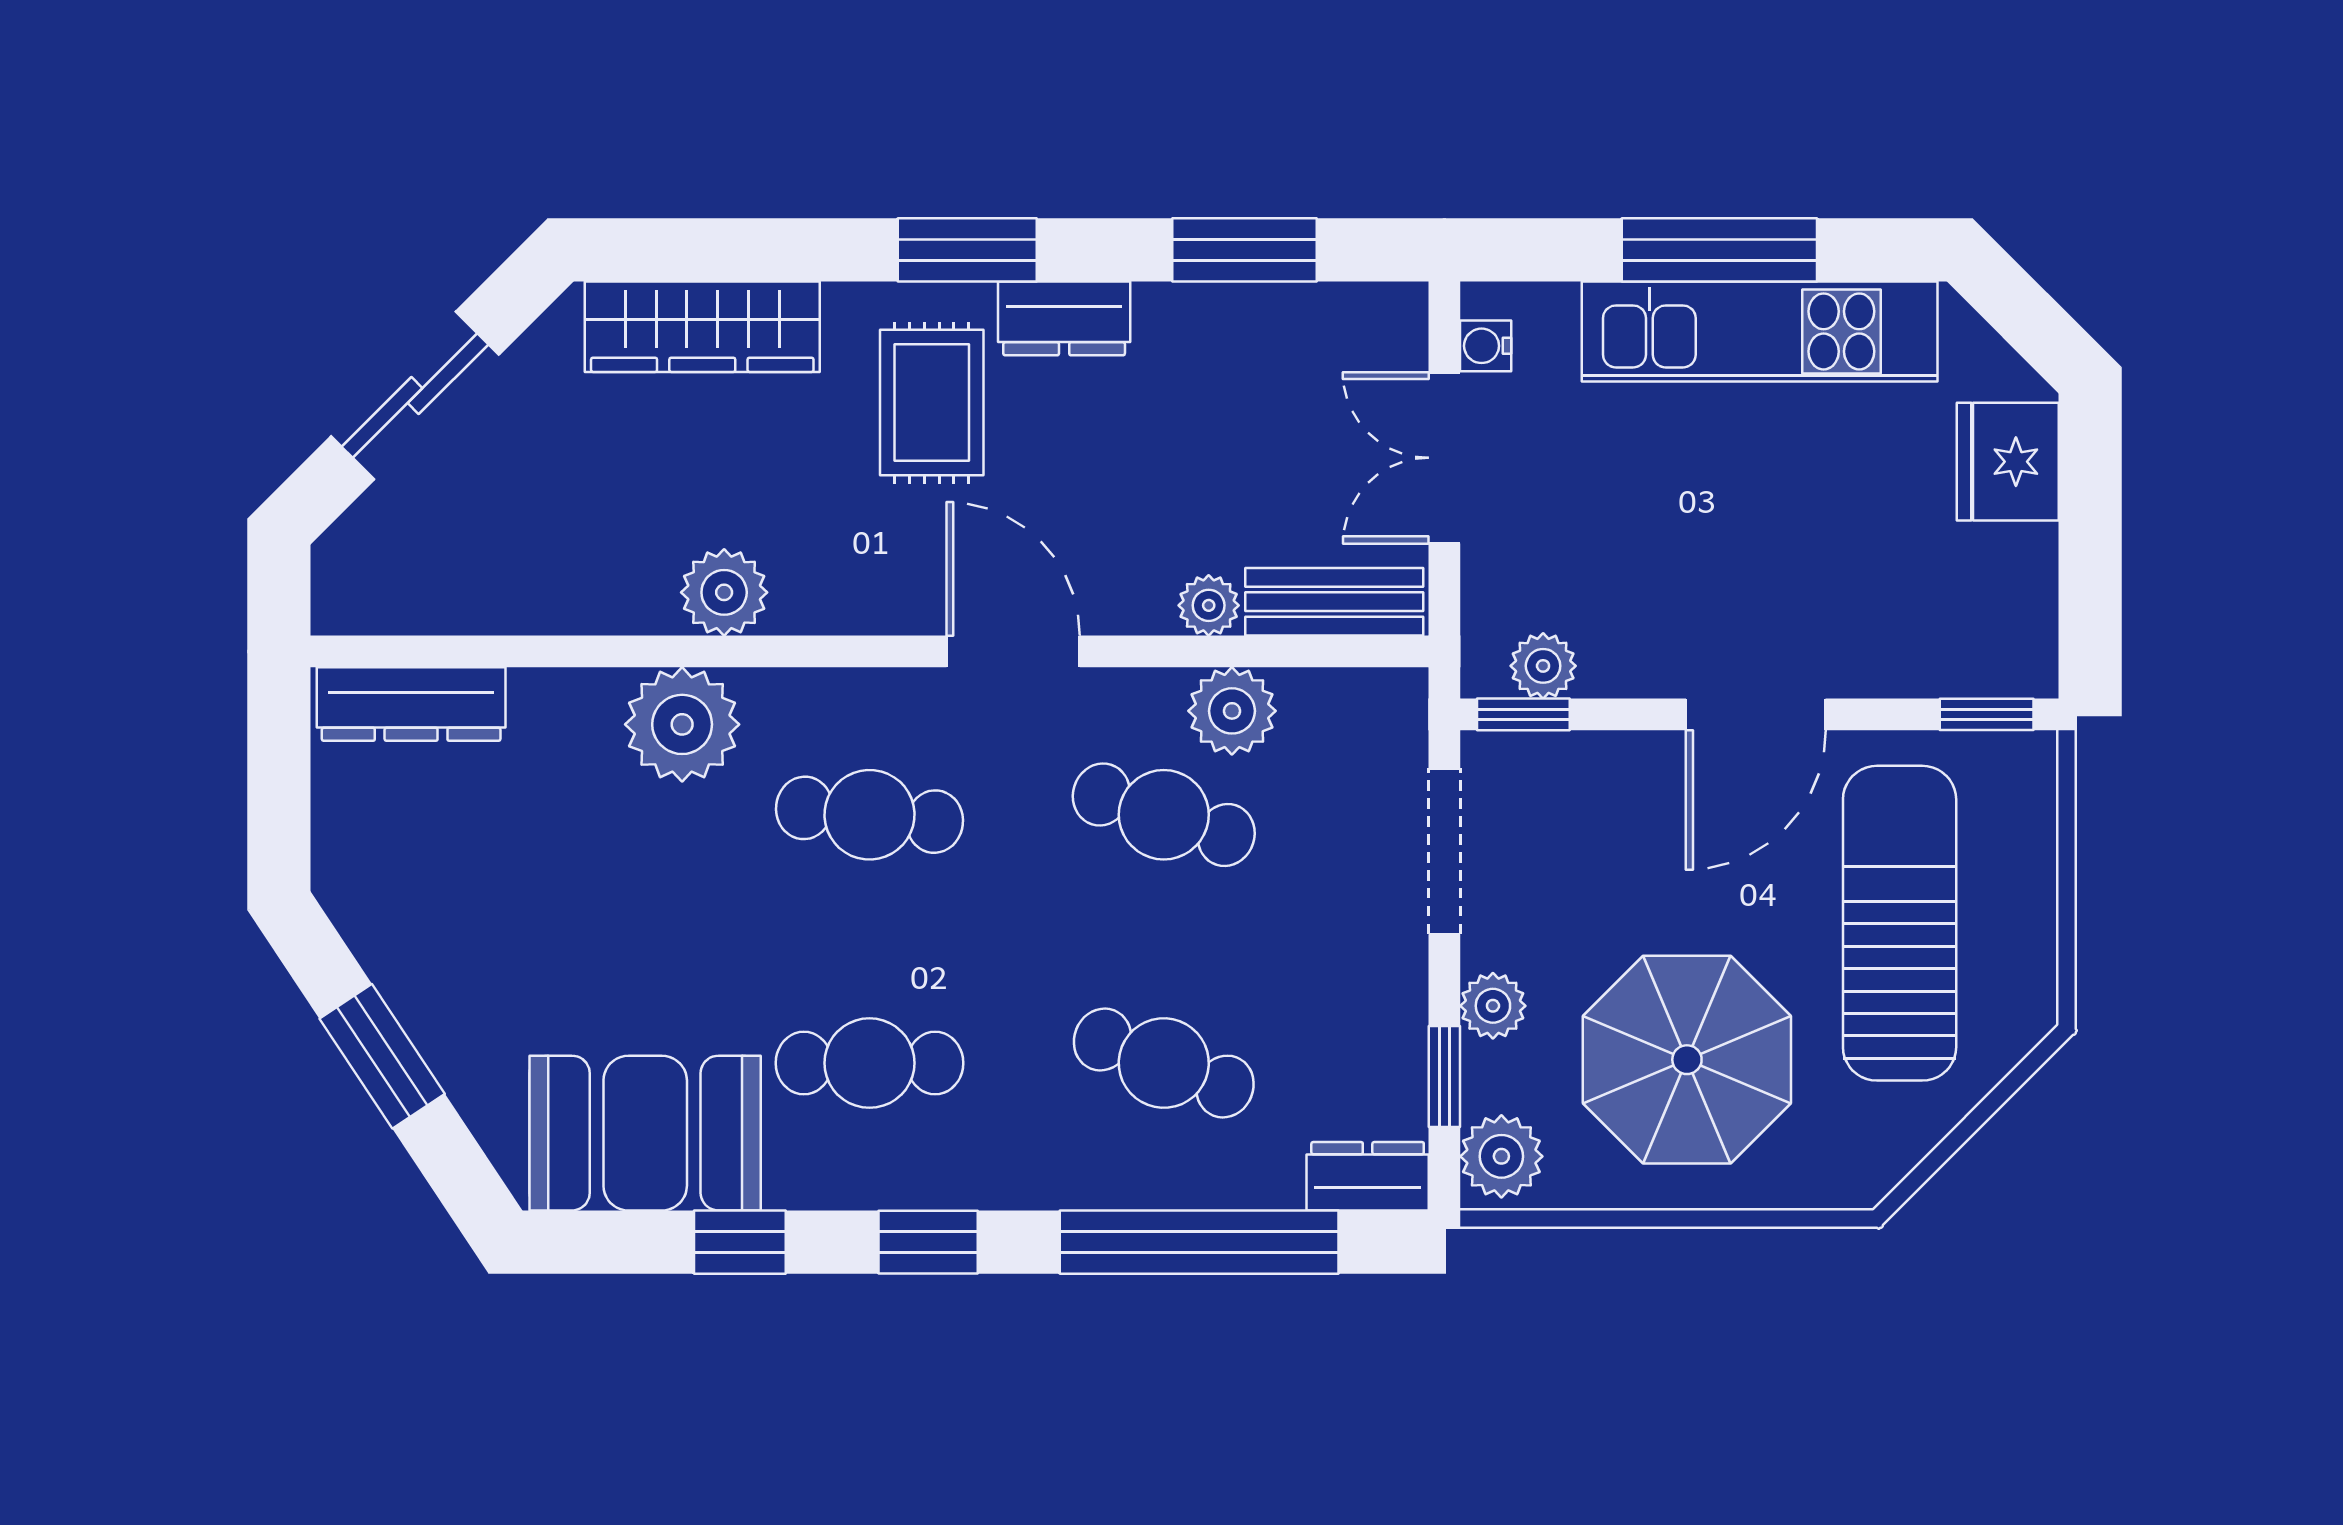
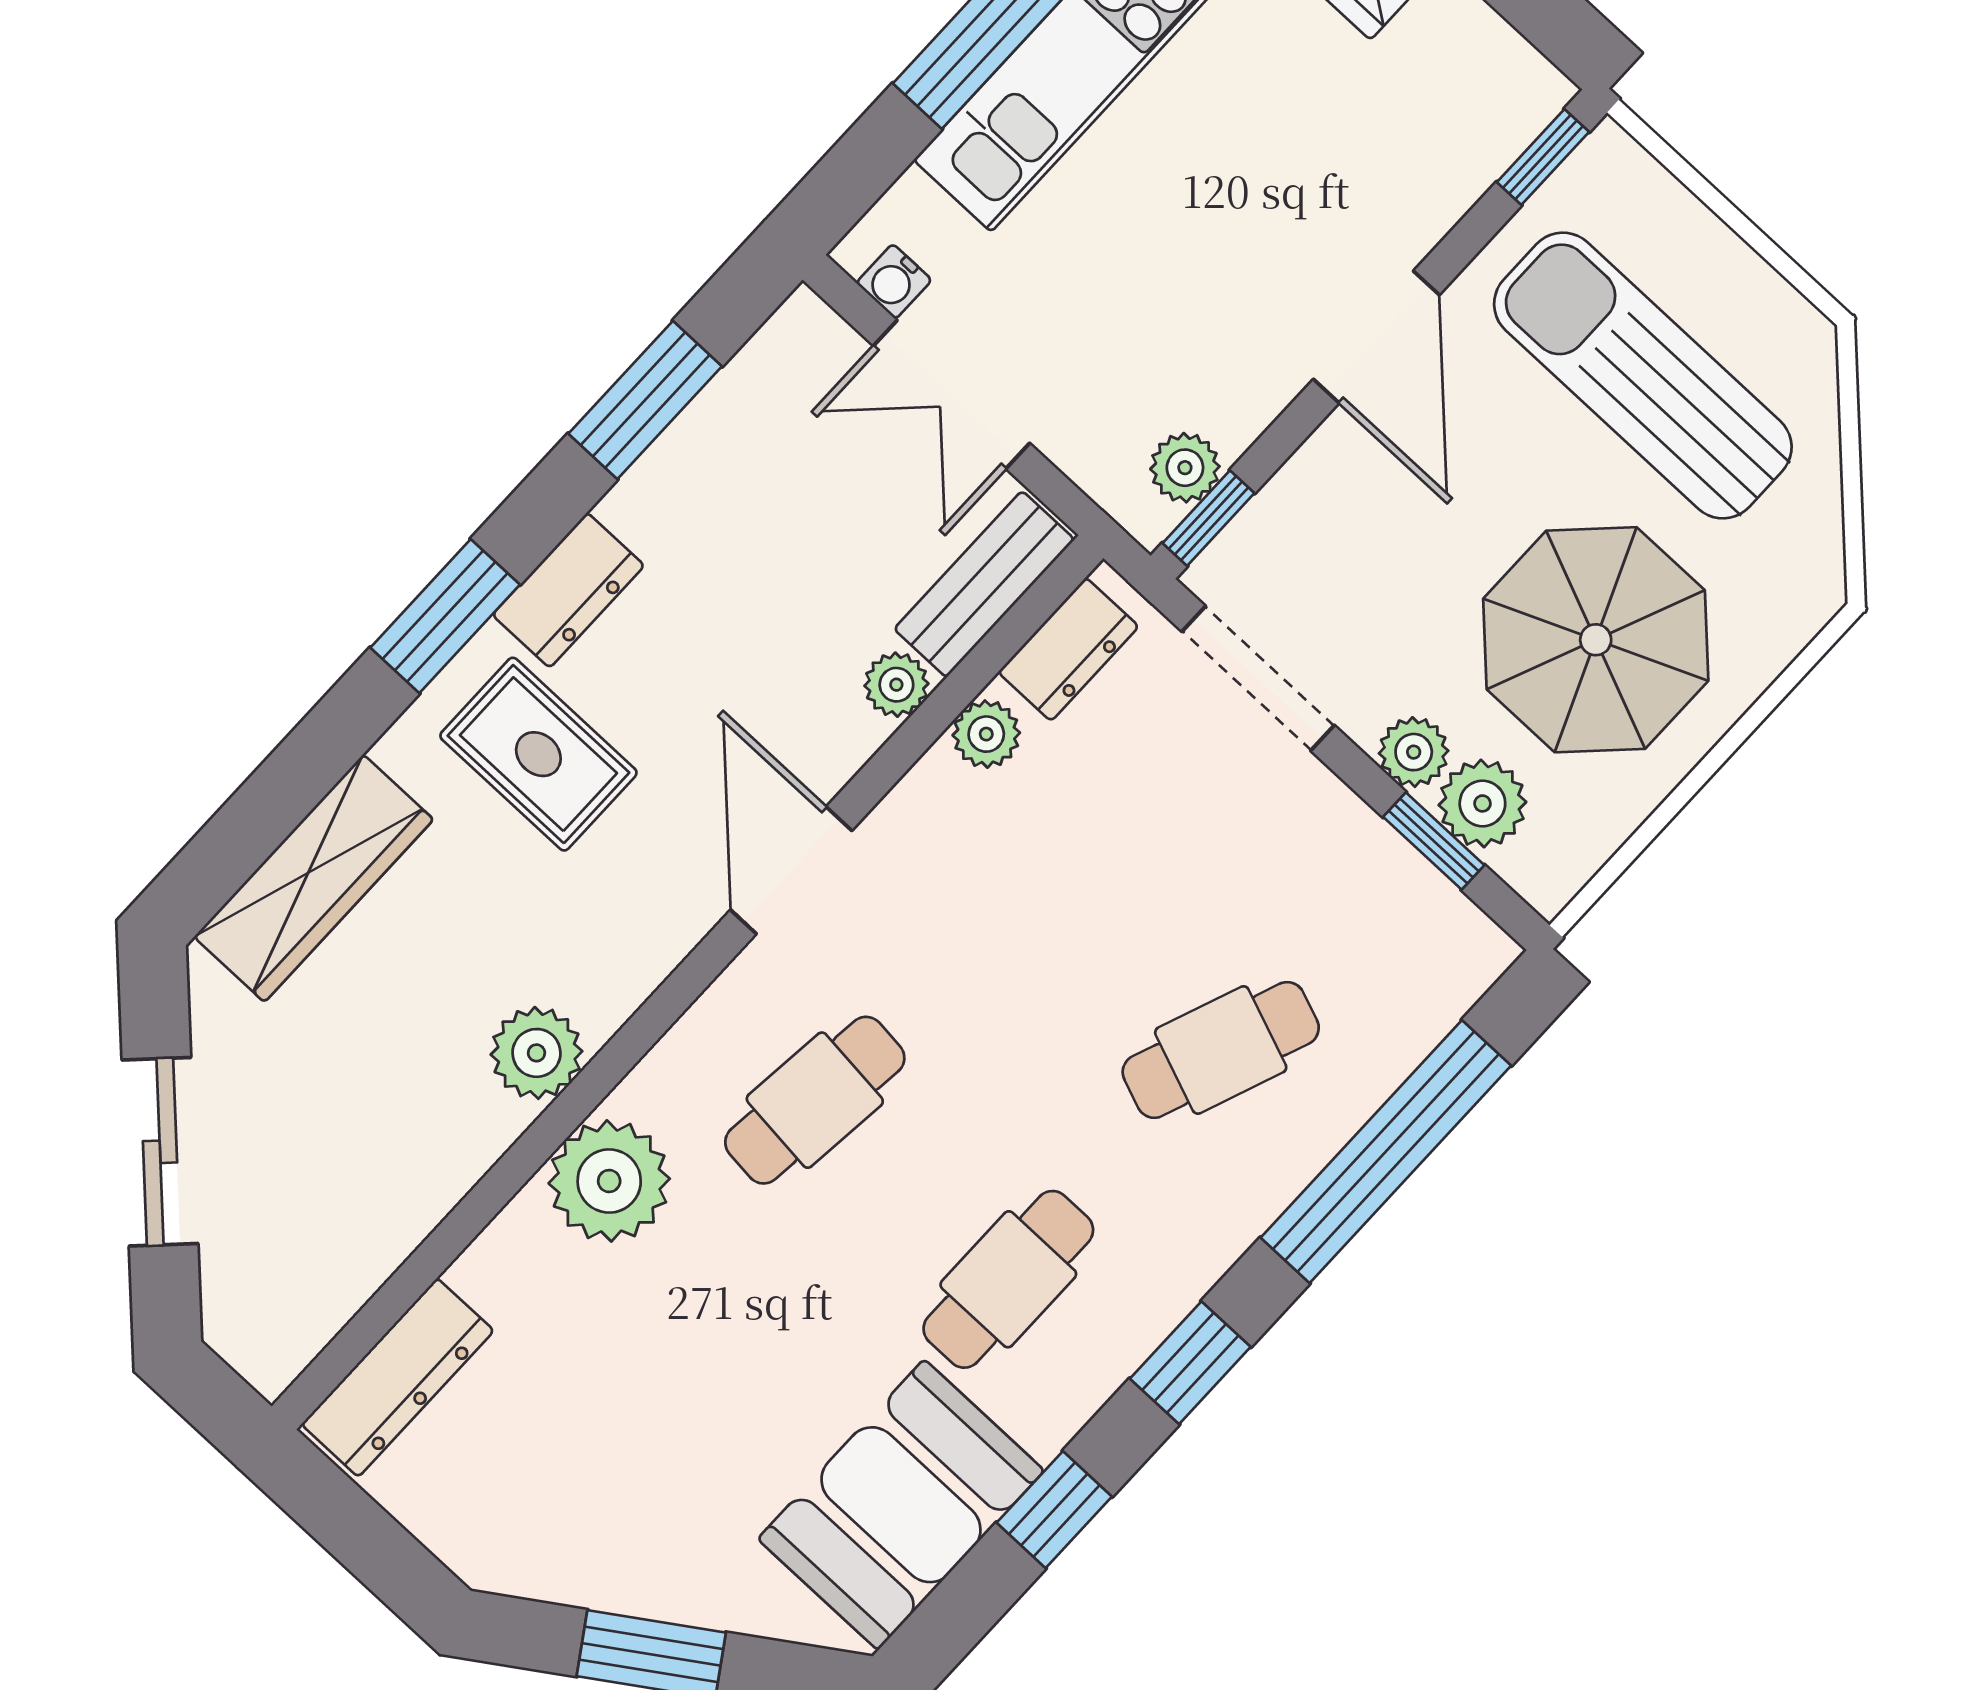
door: (1013, 651) -> (791, 870), hinge flipped
plant: (1232, 711) -> (986, 734), width x0.73, depth x0.73
cafe table: (1164, 815) -> (1027, 871), removed
plant: (1501, 1156) -> (1482, 803), moved
dresser: (1368, 1176) -> (1068, 649), moved, turned 180

